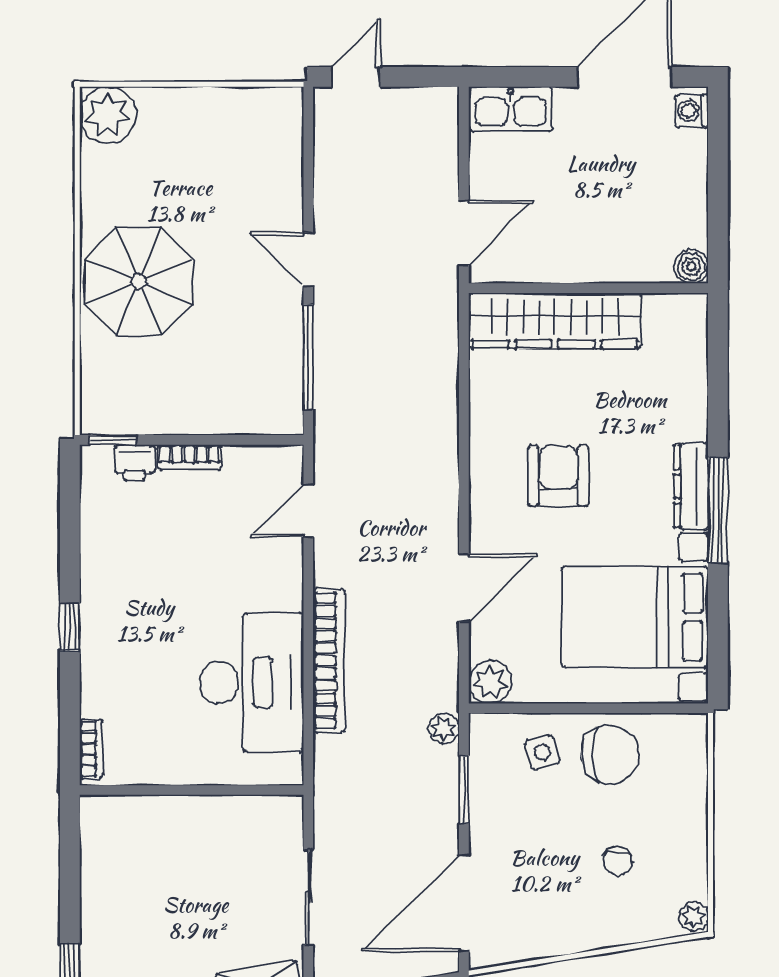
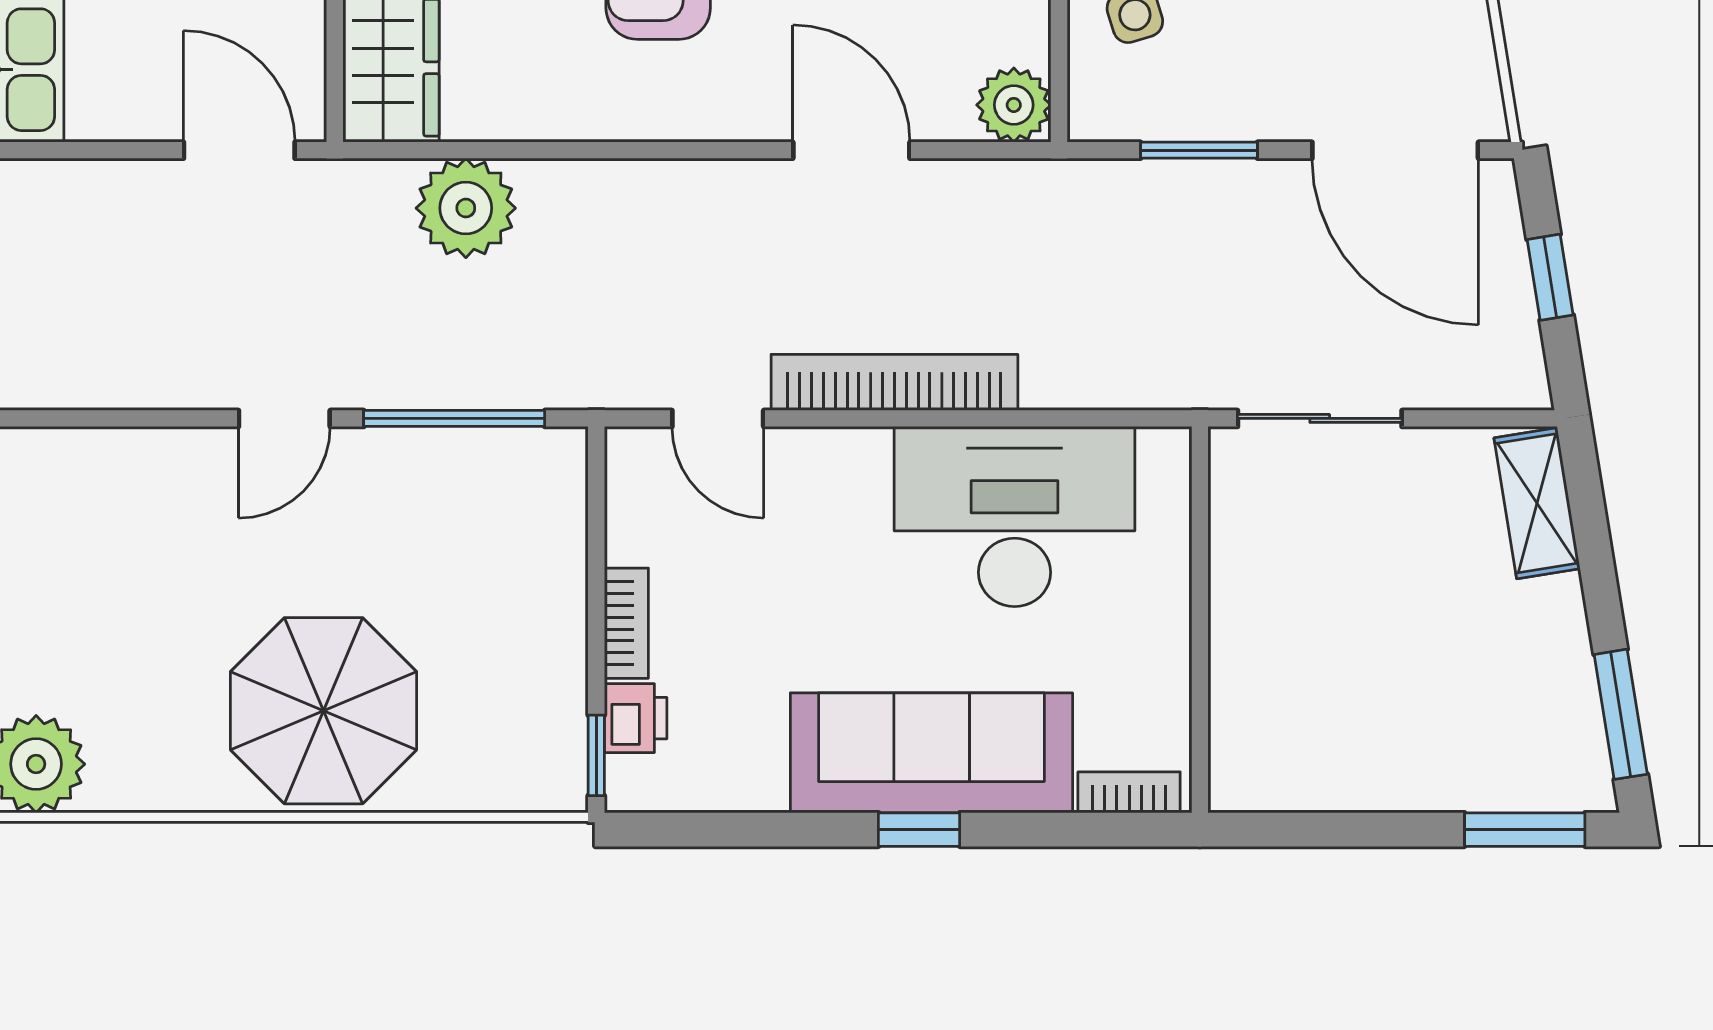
sofa: (114, 634) -> (931, 753), added
bookcase: (329, 661) -> (894, 382), moved
plant: (444, 728) -> (466, 208), moved, width x1.87, depth x1.87
sliding door: (308, 897) -> (1320, 418), moved

